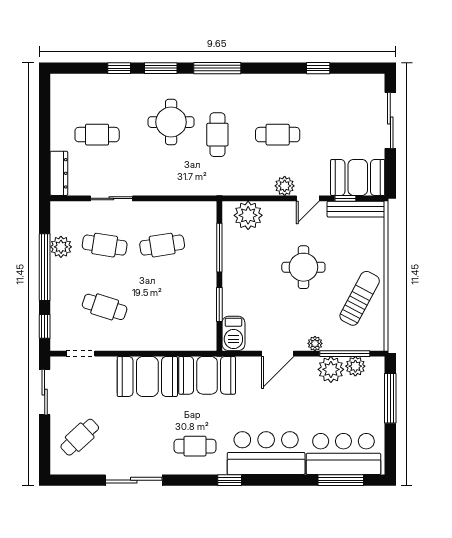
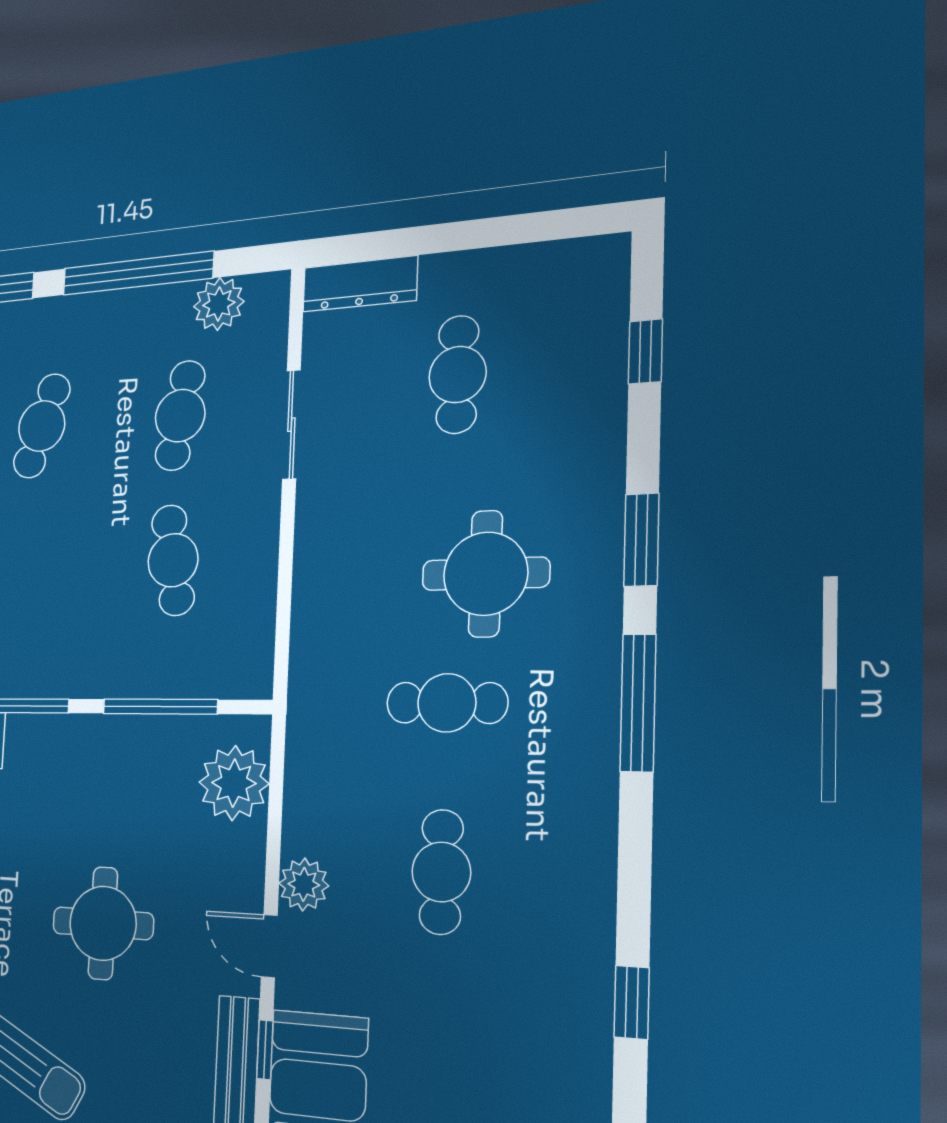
window: (119, 68) -> (645, 352), moved
plant: (61, 247) -> (219, 304), moved

